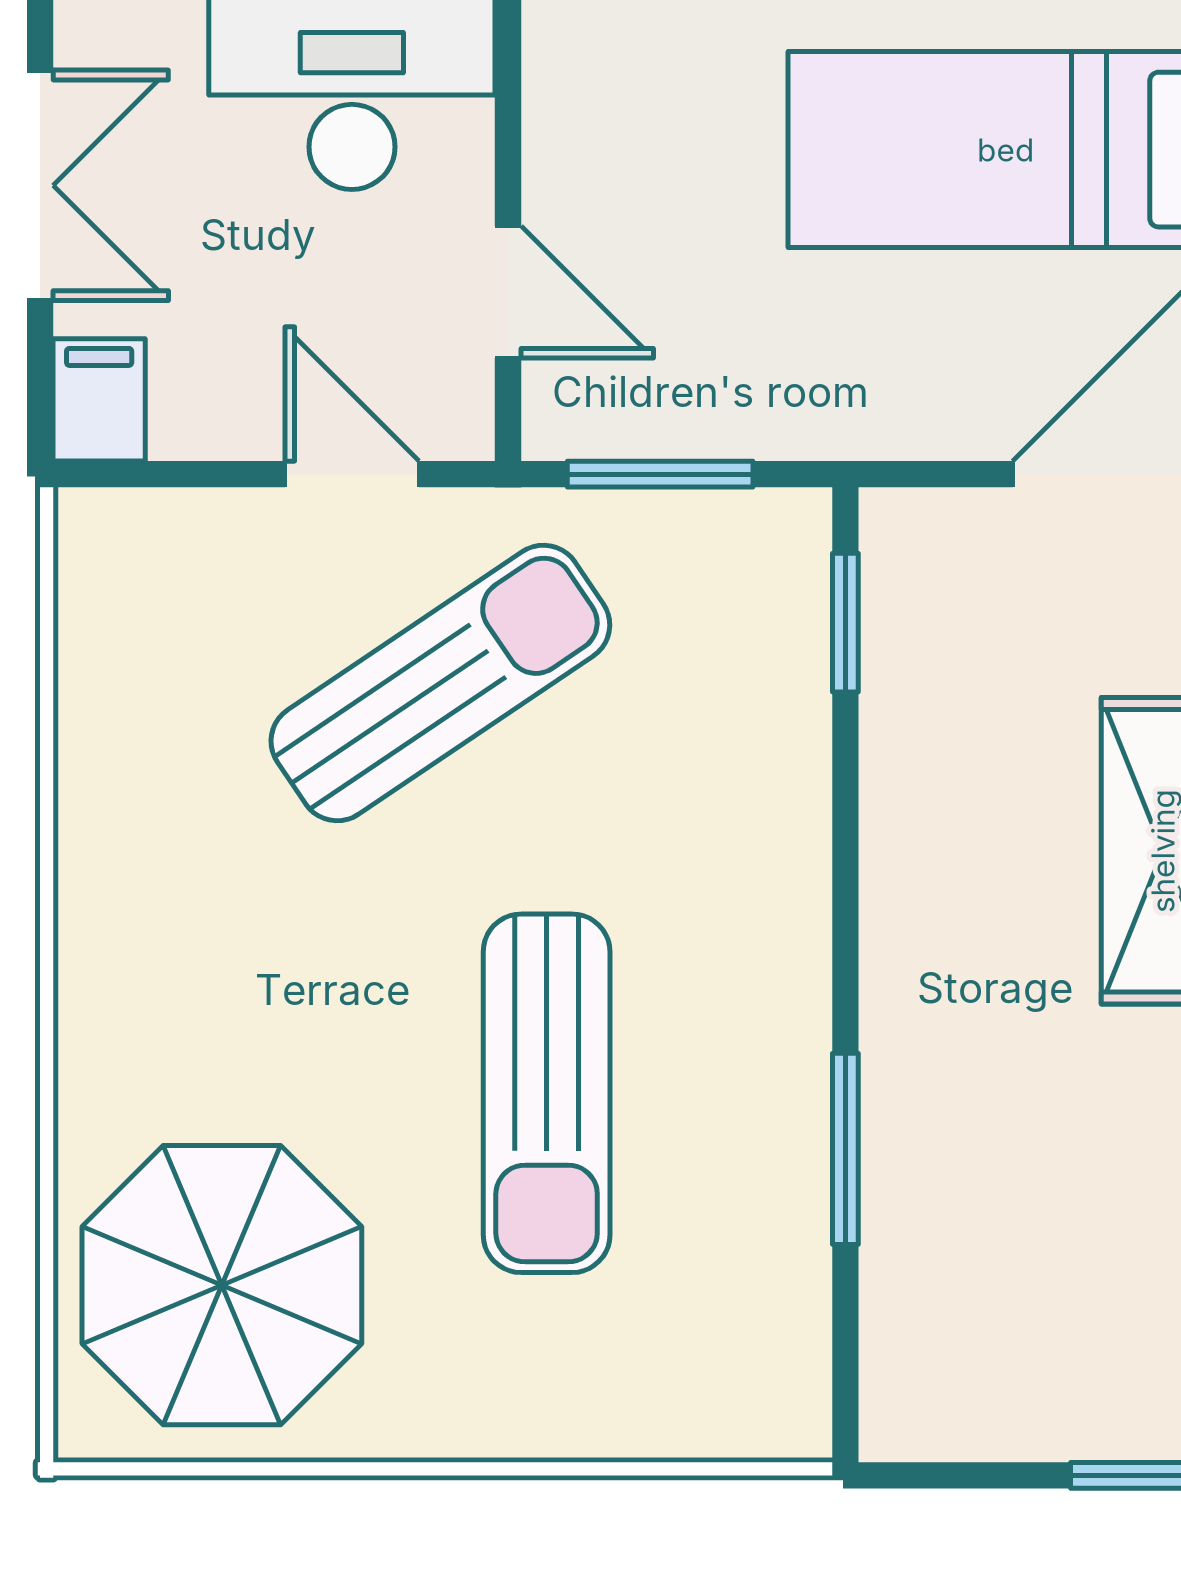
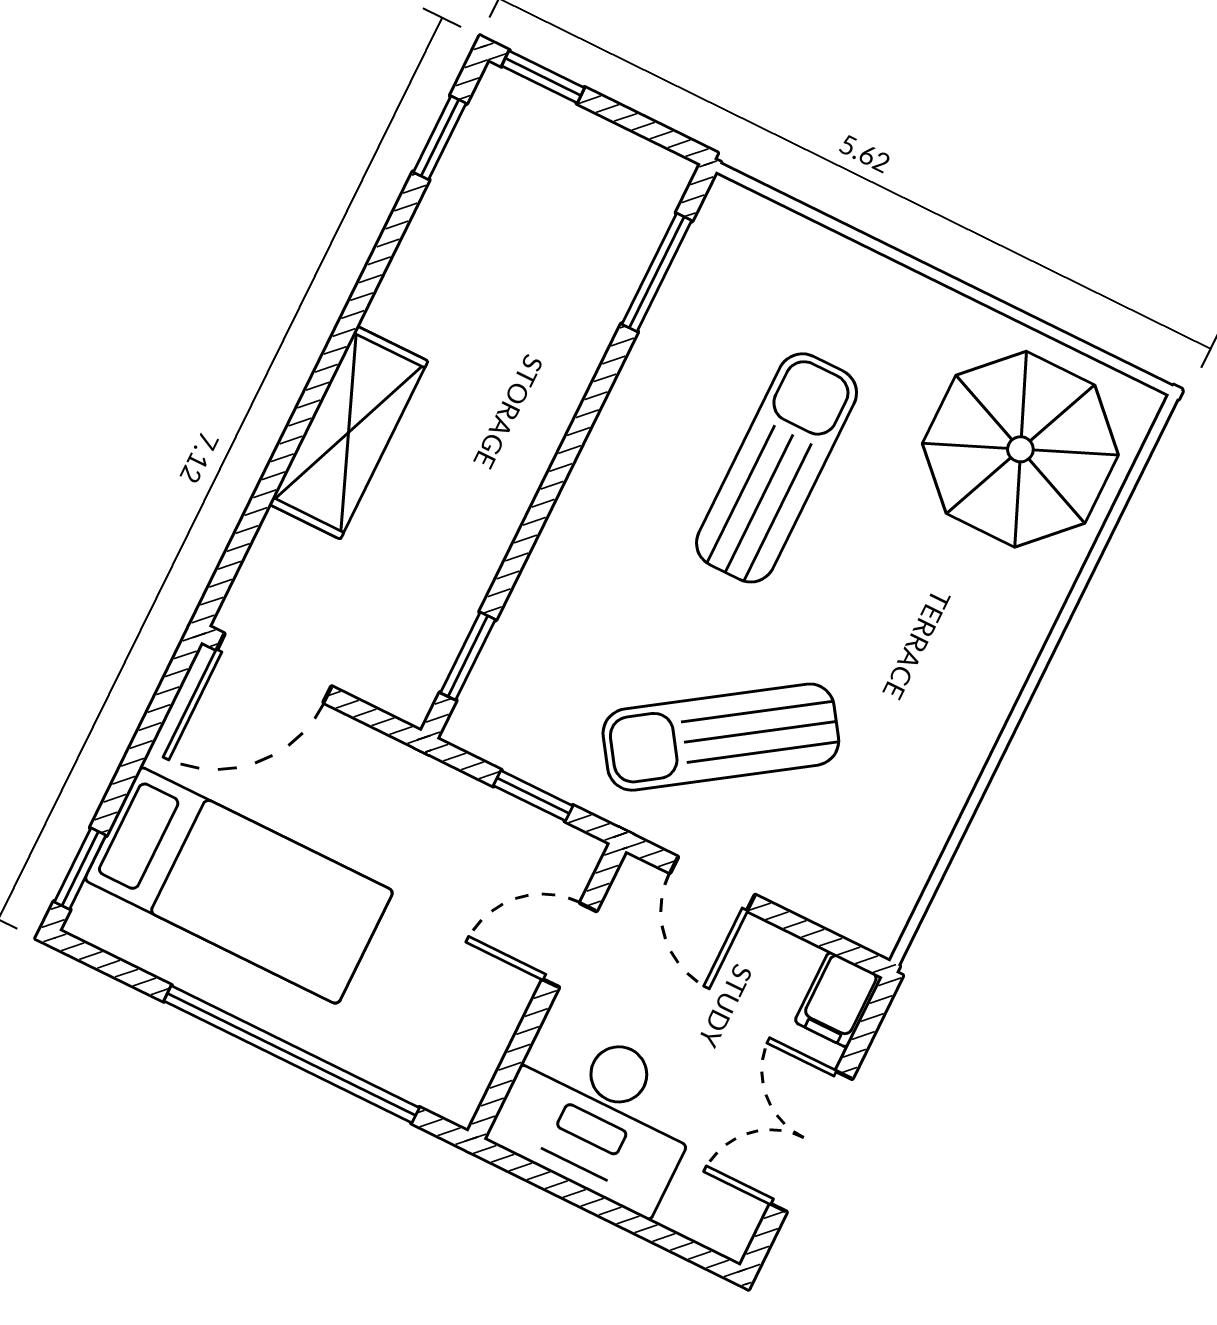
door: (508, 292) -> (570, 945), hinge flipped
window: (660, 474) -> (533, 796), width x0.67
window: (845, 1149) -> (657, 272), moved

